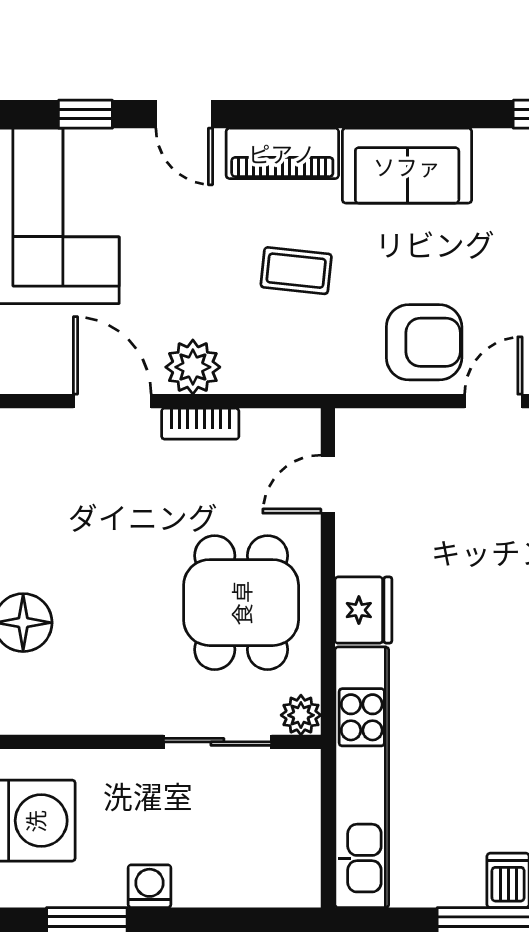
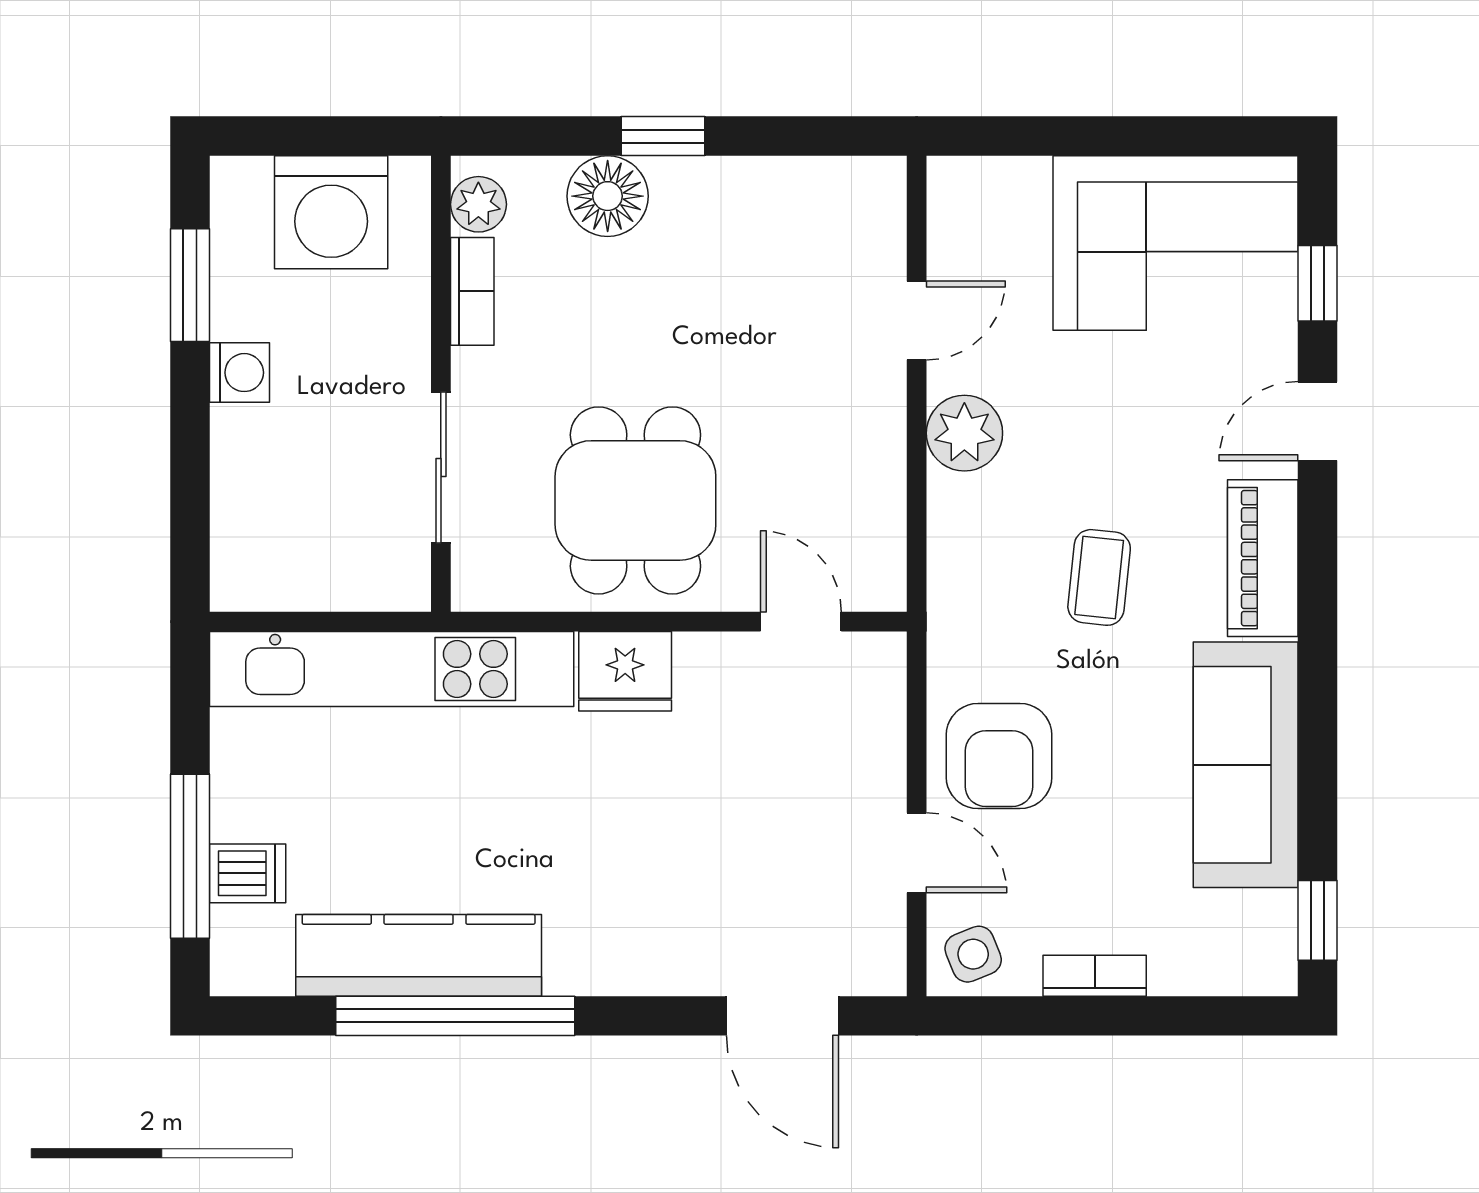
sofa: (407, 166) -> (1246, 765), width x1.36
door: (112, 401) -> (917, 321), width x0.73
bookcase: (200, 424) -> (472, 291), moved, turned 180
dining table: (241, 603) -> (635, 500), turned 90
plant: (301, 715) -> (478, 204), moved

